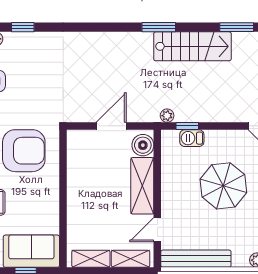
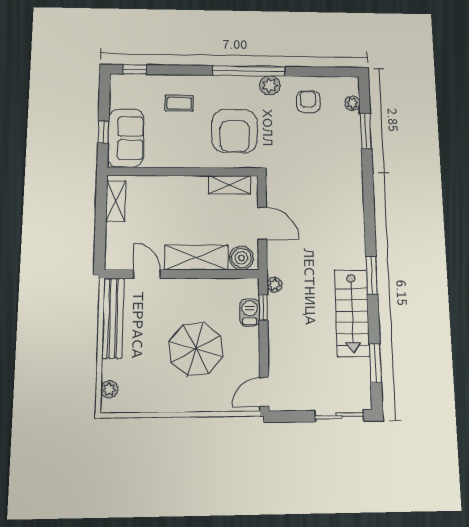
window: (23, 27) -> (366, 131), width x1.50
shelving: (131, 259) -> (229, 185), moved, turned 90

